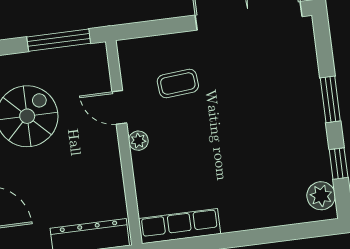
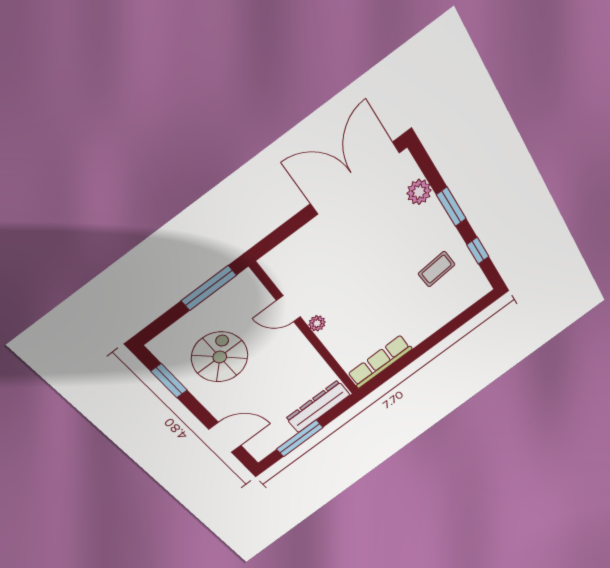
coffee table: (178, 84) -> (437, 269), moved
plant: (321, 196) -> (419, 192), moved

